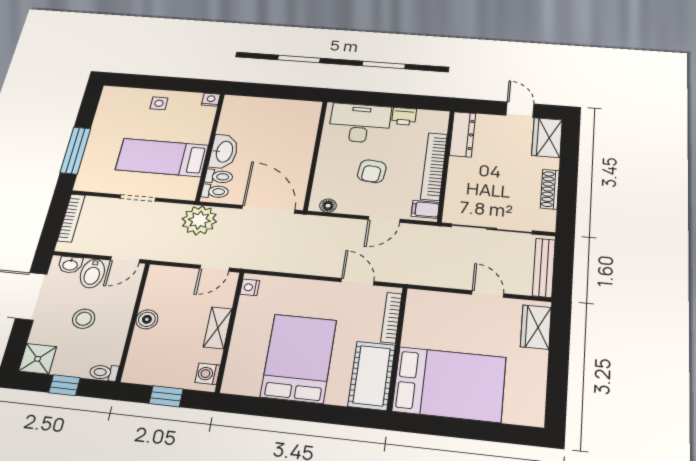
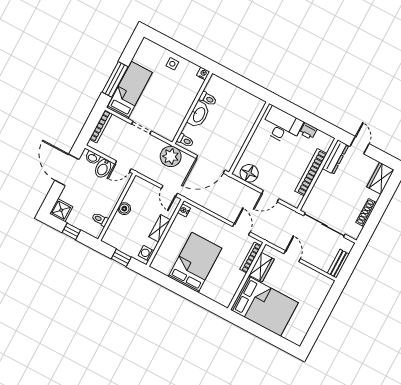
door: (520, 110) -> (360, 145), moved
bed: (162, 157) -> (130, 90), moved, turned 90
armchair: (372, 171) -> (276, 162), removed
toilet: (219, 177) -> (208, 99), moved
floor lamp: (328, 206) -> (249, 173), width x1.89, depth x1.89
door: (268, 209) -> (210, 164), swing flipped
filing cabinet: (425, 209) -> (295, 199), removed
door: (215, 268) -> (169, 191), hinge flipped
bench: (544, 268) -> (338, 264), width x0.73
door: (488, 294) -> (292, 256), moved
stool: (84, 319) -> (91, 195), removed
wardrobe: (536, 327) -> (262, 267), moved, turned 180
toilet: (104, 372) -> (100, 219), moved
cot: (372, 376) -> (228, 286), removed

